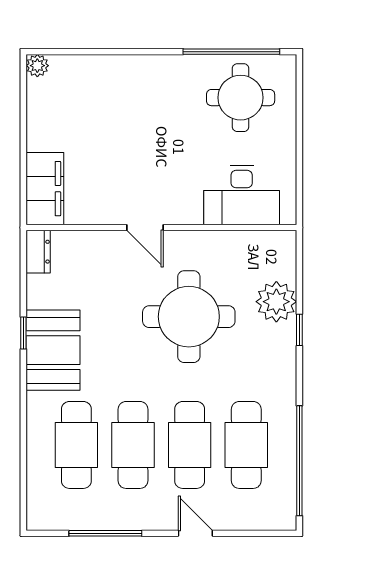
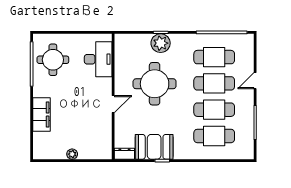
plant: (37, 66) -> (72, 154), moved
filing cabinet: (45, 189) -> (42, 115), moved, turned 90
plant: (276, 302) -> (161, 43), moved
booth: (53, 350) -> (154, 147), moved

